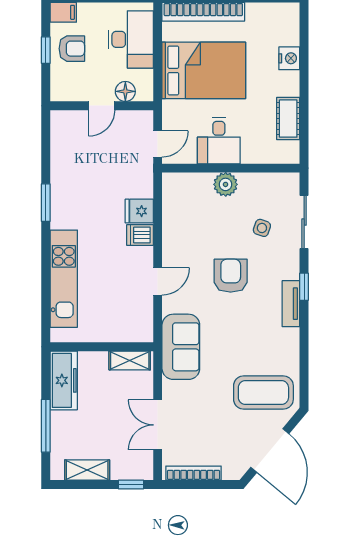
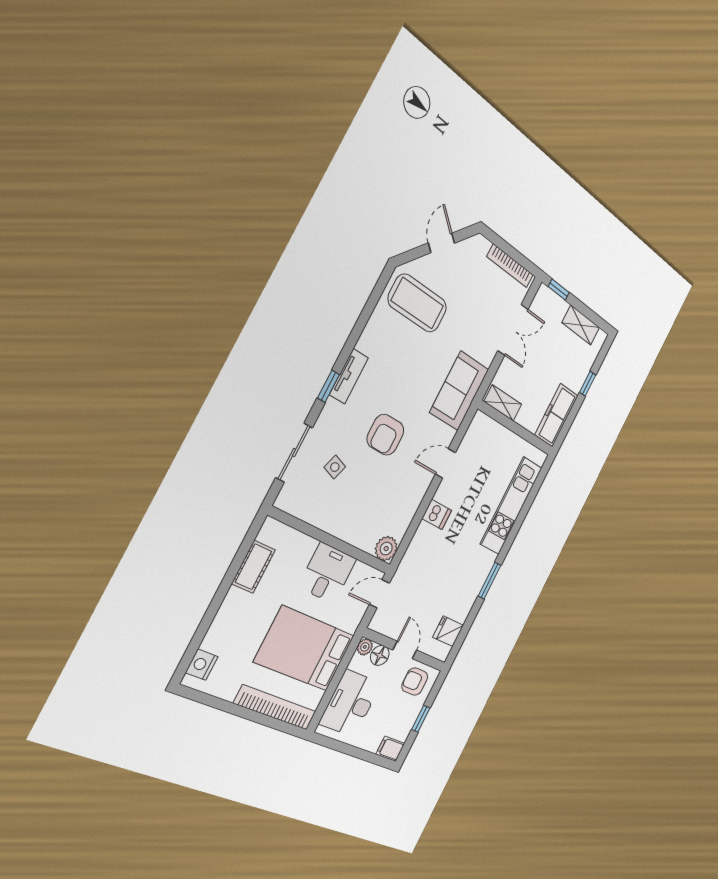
armchair: (72, 49) -> (415, 682), moved
nightstand: (289, 58) -> (202, 665), moved
plant: (145, 93) -> (365, 647), added
door: (102, 106) -> (405, 650), hinge flipped
plant: (226, 184) -> (386, 549), moved
fridge: (139, 211) -> (448, 631), moved, turned 180
window: (46, 426) -> (588, 384), width x0.46
door: (270, 450) -> (441, 243), width x0.53

